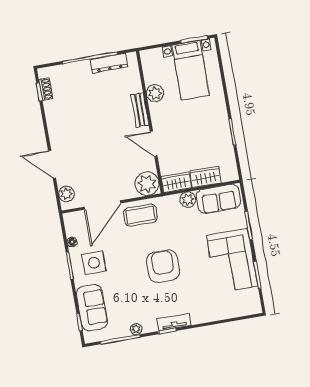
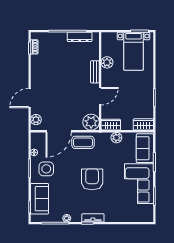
door: (154, 144) -> (100, 96), swing flipped
door: (52, 164) -> (30, 98), hinge flipped
wardrobe: (206, 177) -> (143, 124), moved
sofa: (218, 199) -> (145, 148), moved, turned 90

